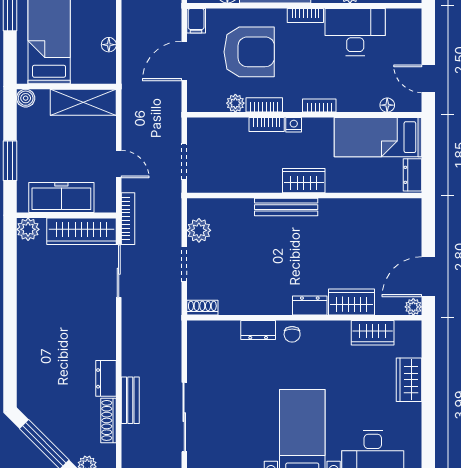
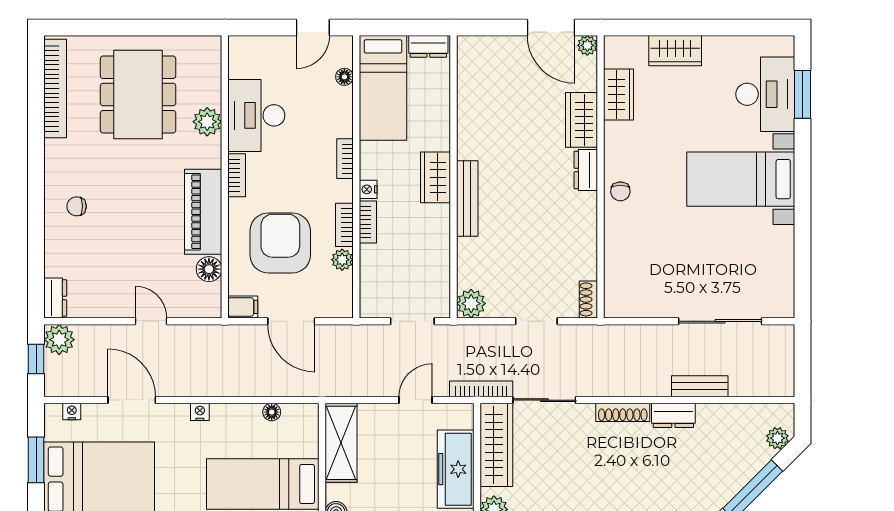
plant: (199, 230) -> (471, 304), moved
dresser: (258, 330) -> (615, 232), removed
chair: (292, 334) -> (620, 191), turned 90
shoe rack: (109, 420) -> (623, 412), moved

